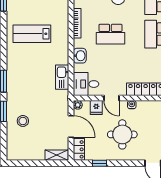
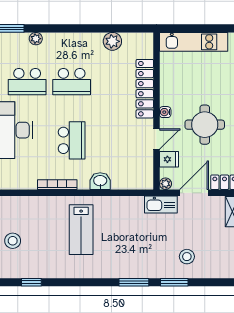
lab bench: (32, 34) -> (81, 230), moved
kitchen sink: (62, 77) -> (161, 204), moved
desk: (86, 84) -> (138, 173), removed

